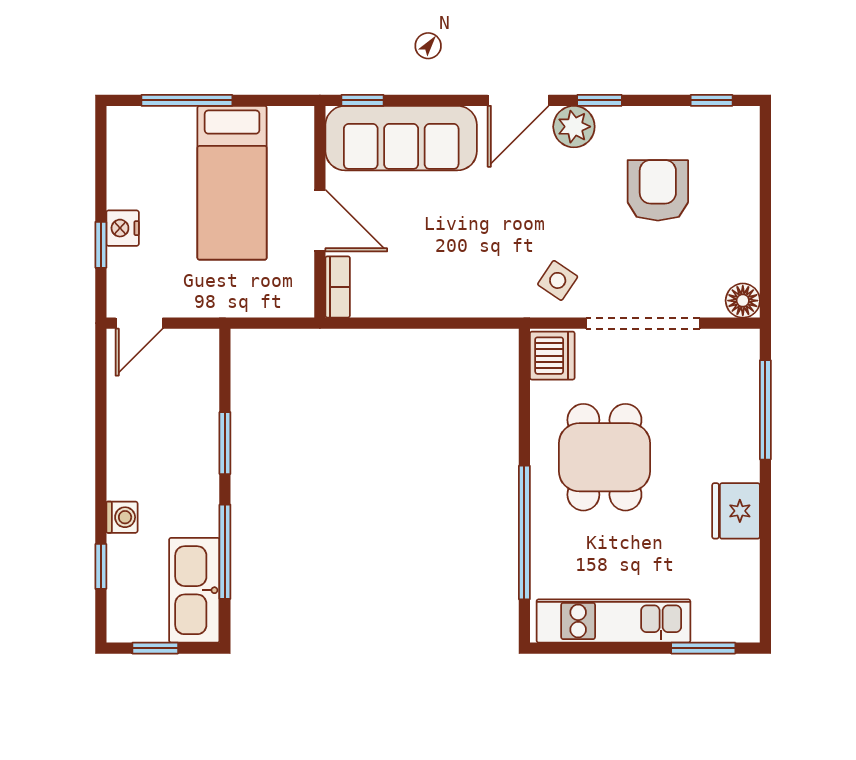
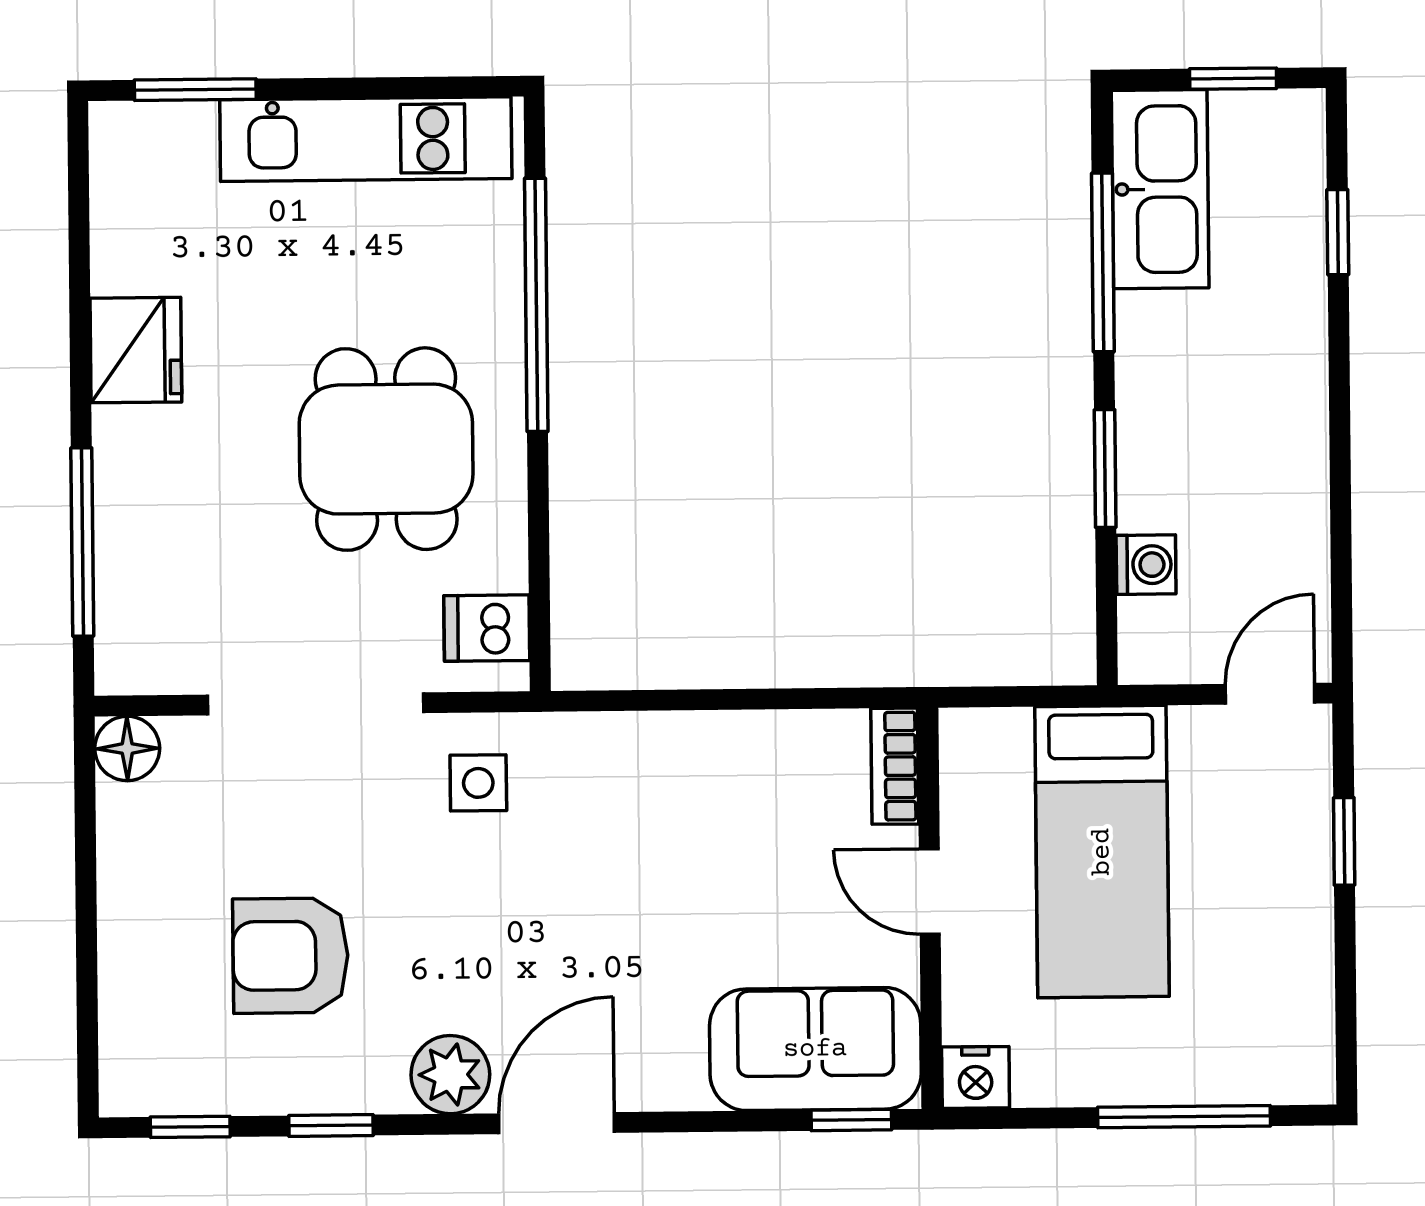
window: (599, 100) -> (331, 1125), moved
sofa: (401, 138) -> (815, 1049), width x0.73
bed: (232, 183) -> (1102, 852), moved, turned 180
armchair: (658, 190) -> (290, 956), turned 90
door: (320, 221) -> (930, 892), width x0.73
nightstand: (123, 228) -> (976, 1077), moved, turned 90
side table: (558, 280) -> (478, 783), turned -34
dishwasher: (552, 356) -> (487, 628), width x0.73
washing machine: (122, 517) -> (1146, 565), moved, turned 180

